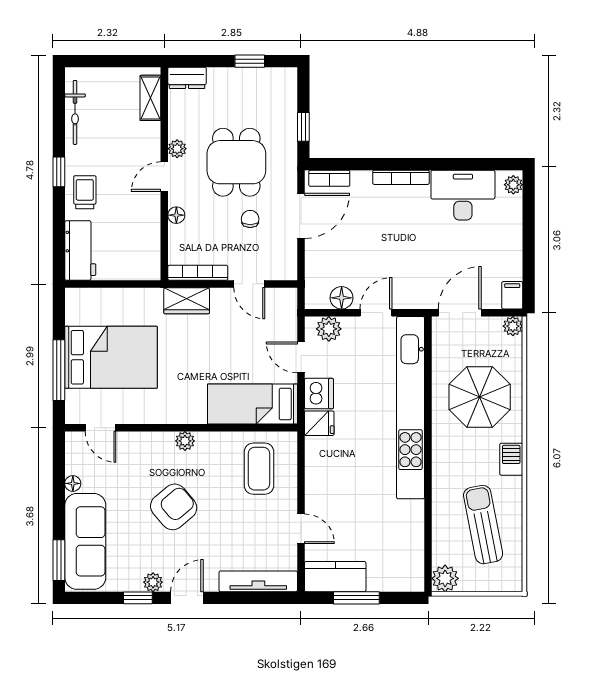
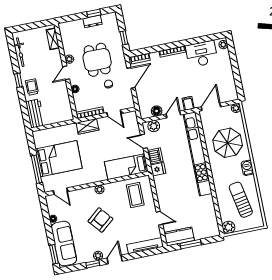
dresser: (187, 78) -> (92, 21), moved
filing cabinet: (512, 295) -> (188, 103), moved

